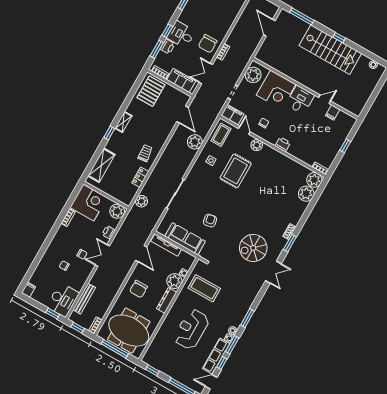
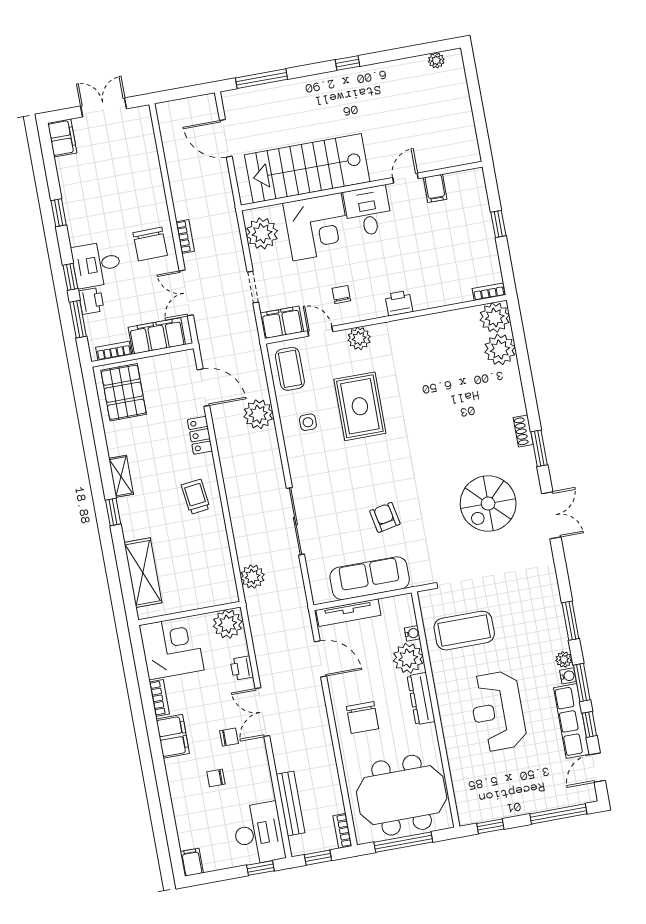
stairs: (330, 50) -> (307, 168), moved, turned 180
locker: (140, 177) -> (200, 435), moved
filing cabinet: (61, 236) -> (173, 736), added

